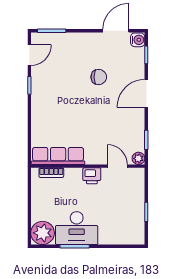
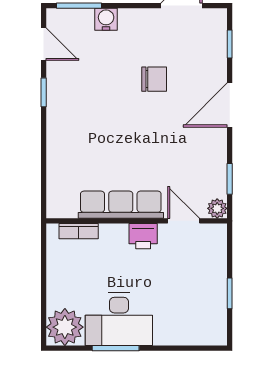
water cooler: (138, 40) -> (106, 19), moved, turned -90
door: (29, 55) -> (44, 44), hinge flipped
row of seats: (58, 156) -> (121, 205), moved

